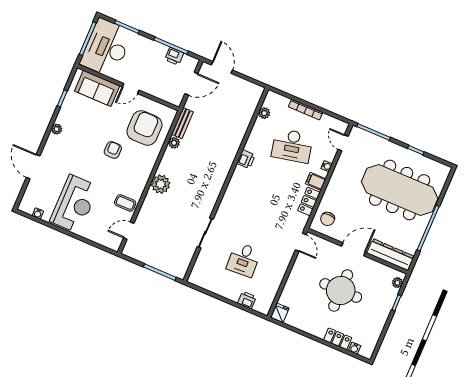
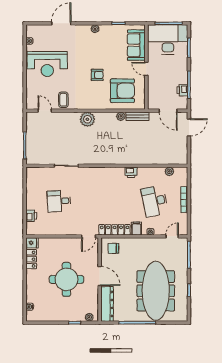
locker: (309, 201) -> (115, 230), width x1.53
locker: (338, 339) -> (31, 259), moved

